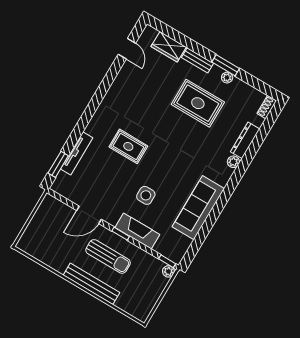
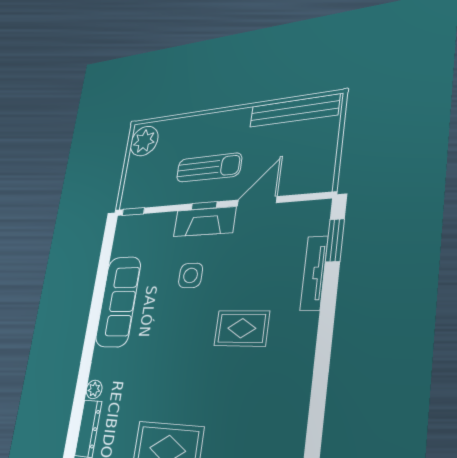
fireplace: (137, 231) -> (204, 222), moved
sun lounger: (108, 256) -> (209, 168), turned 180
plant: (168, 271) -> (144, 141), moved, width x1.88, depth x1.88
bench: (91, 284) -> (294, 111), moved

